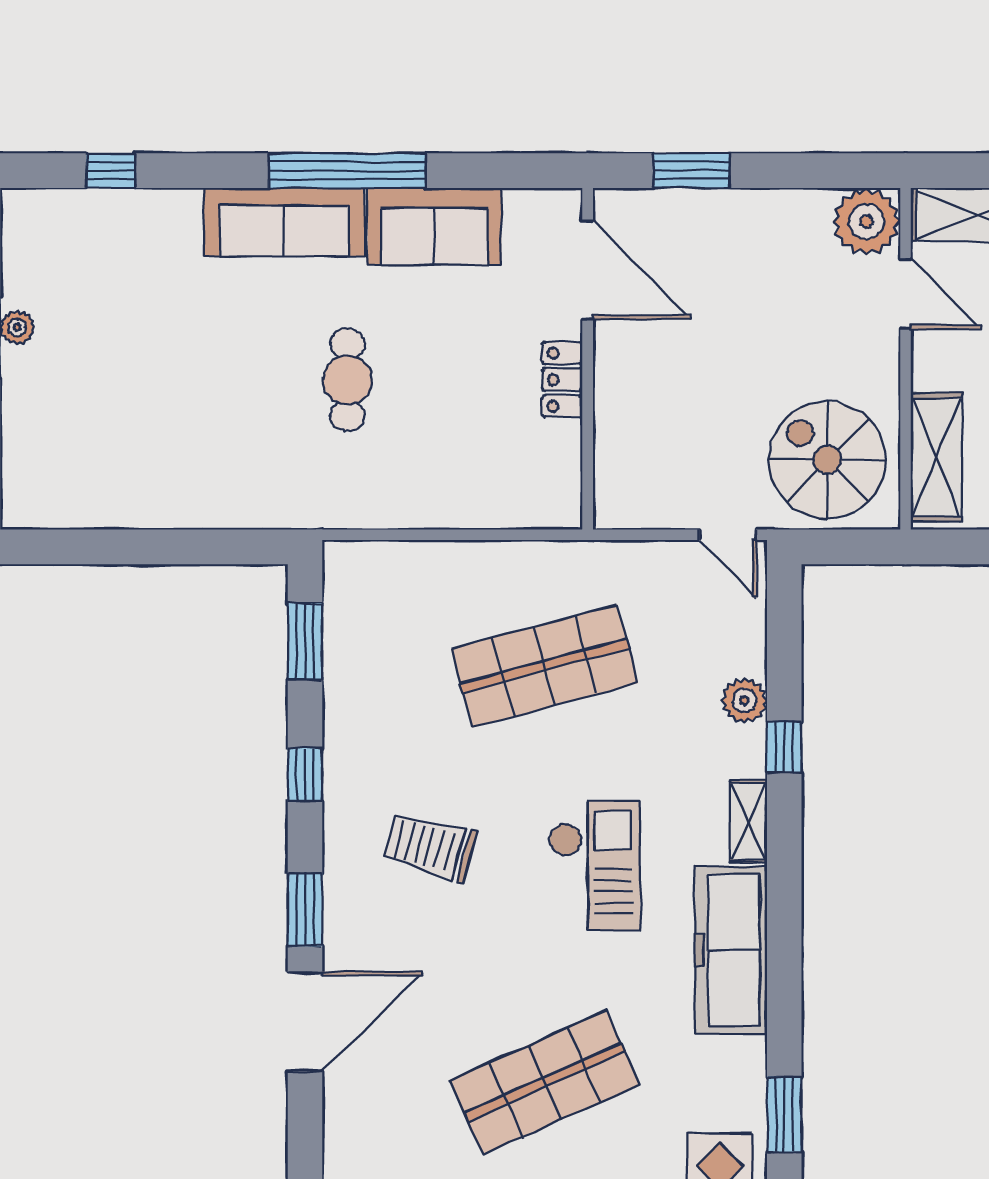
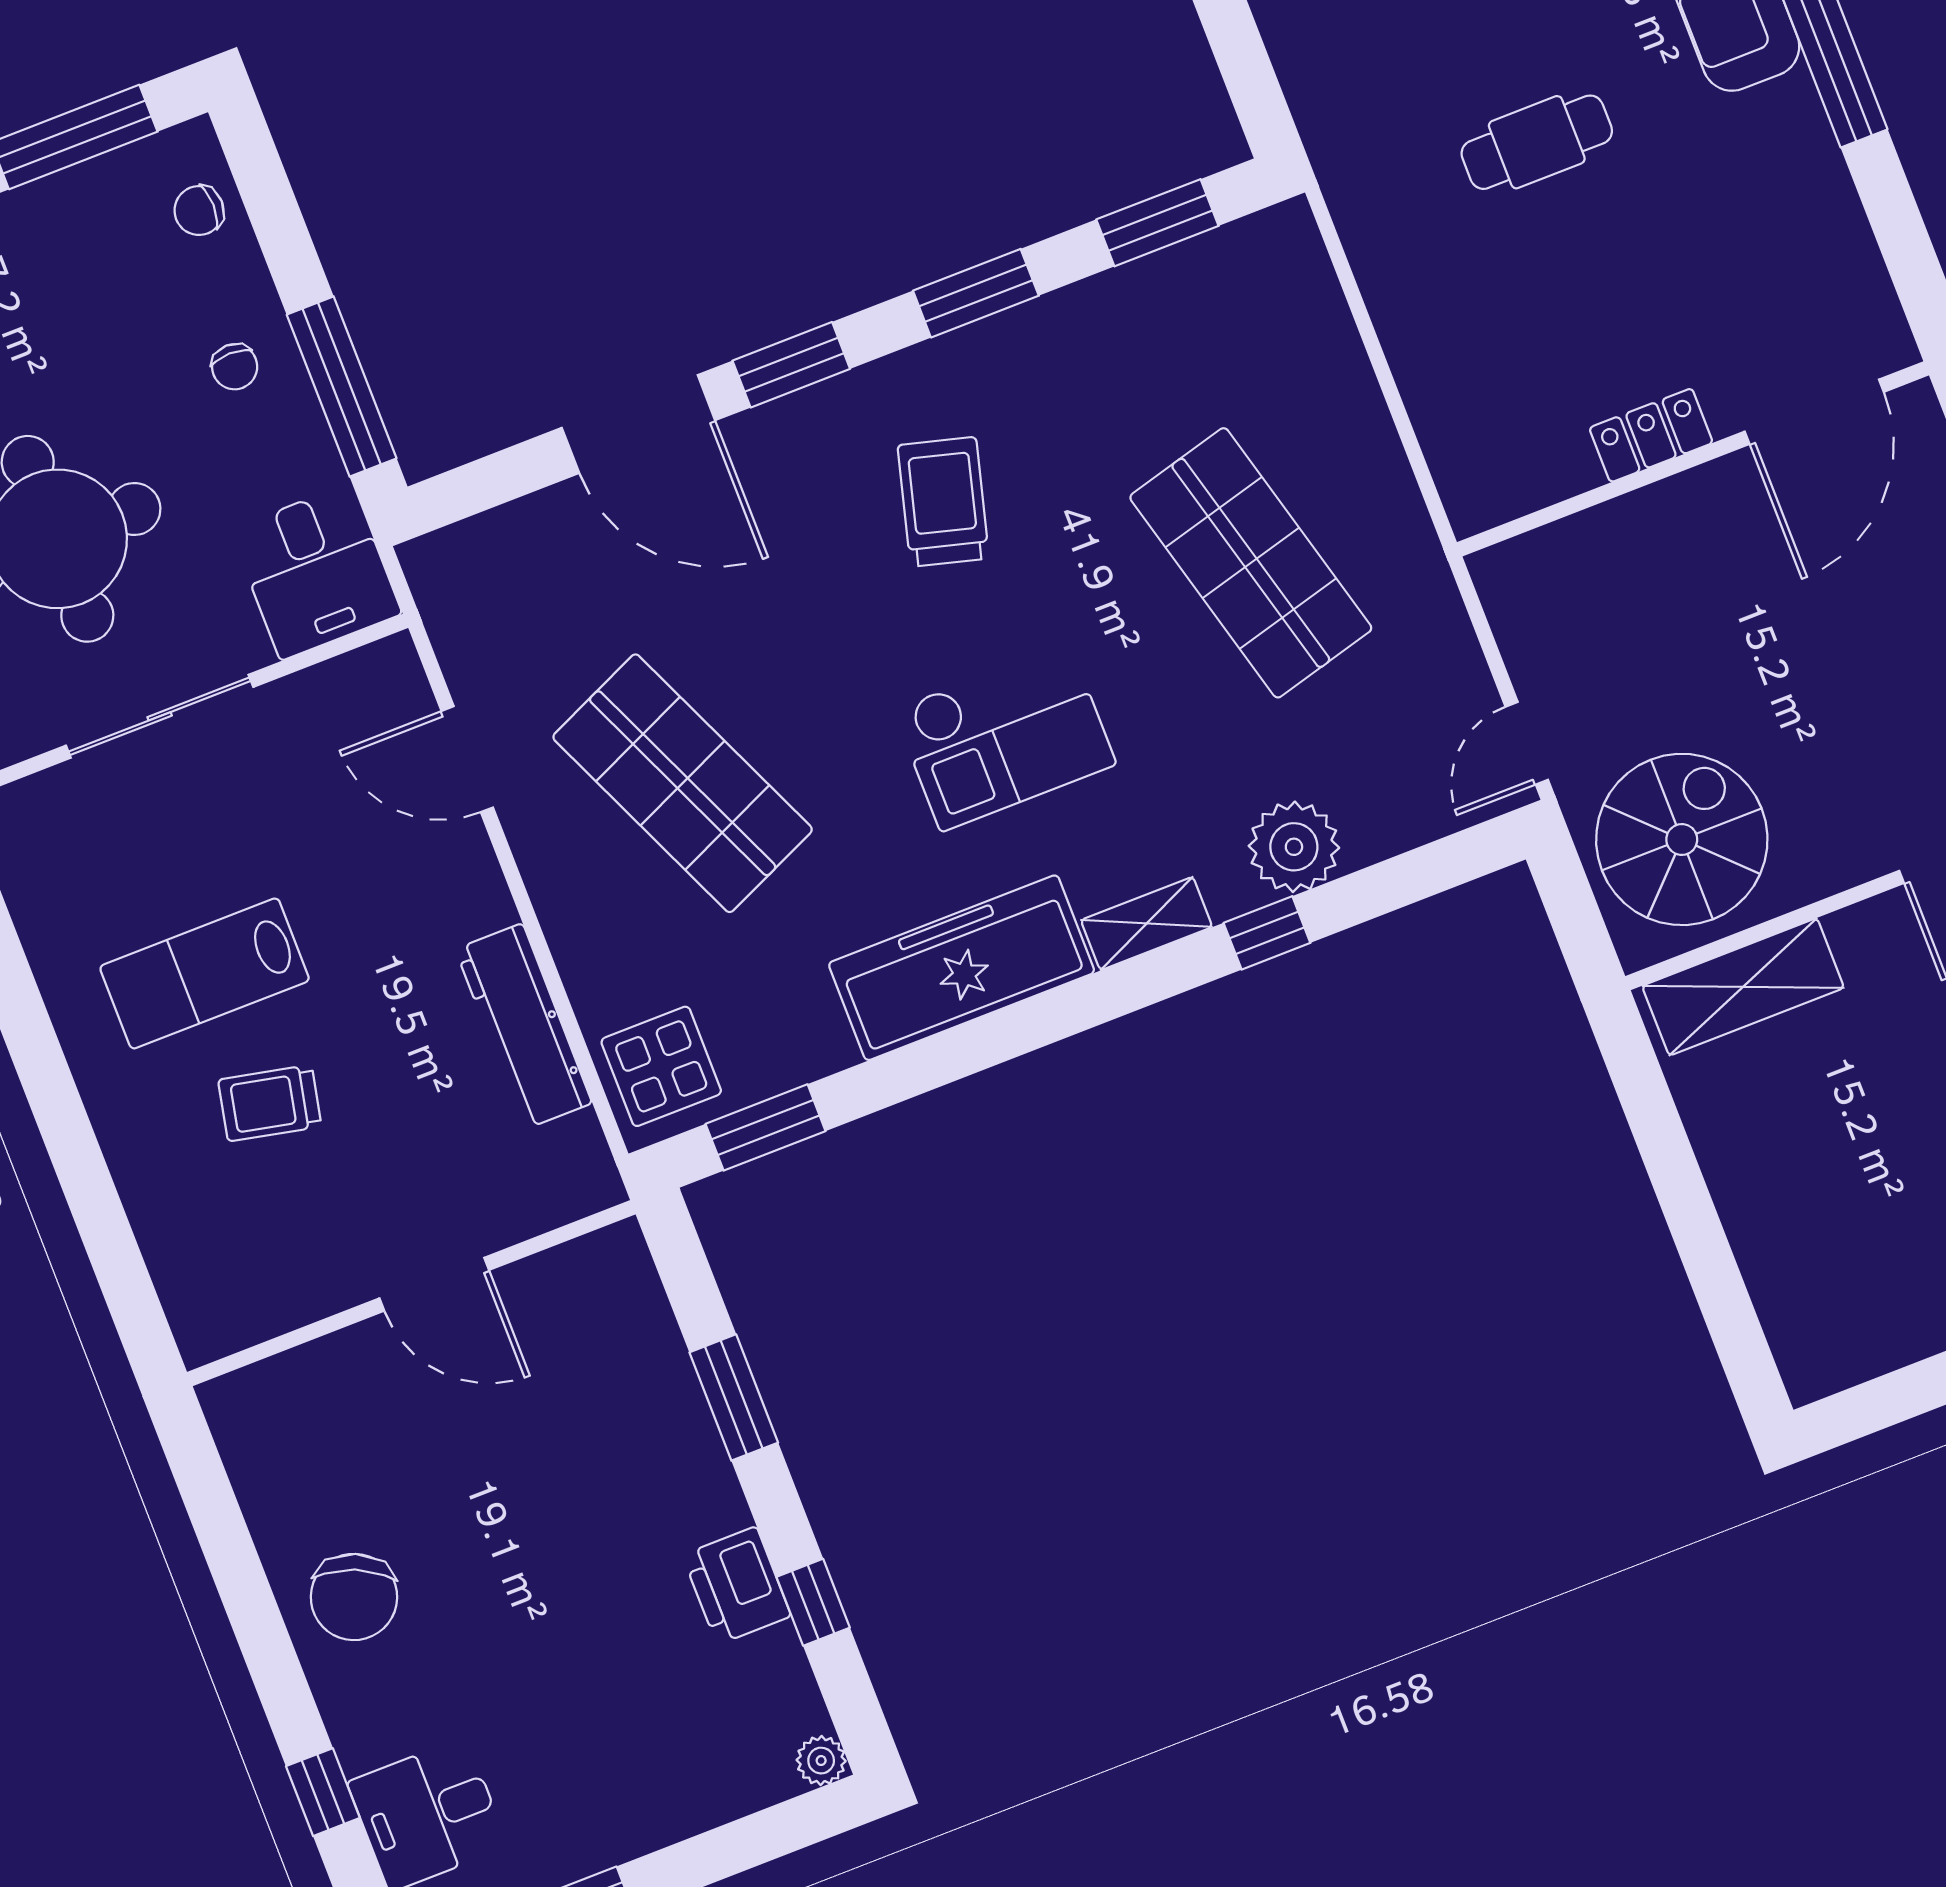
sofa: (434, 226) -> (1793, 180), removed
plant: (744, 700) -> (1294, 847), width x1.36, depth x1.36
window: (305, 774) -> (976, 293), width x1.50

